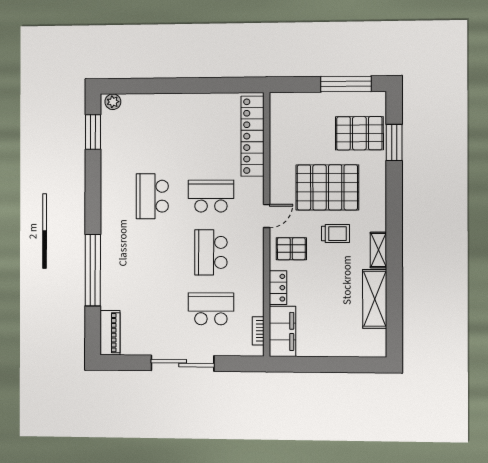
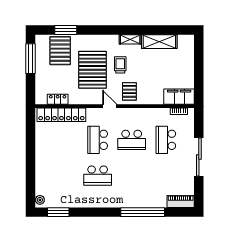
locker: (278, 288) -> (58, 99), moved

